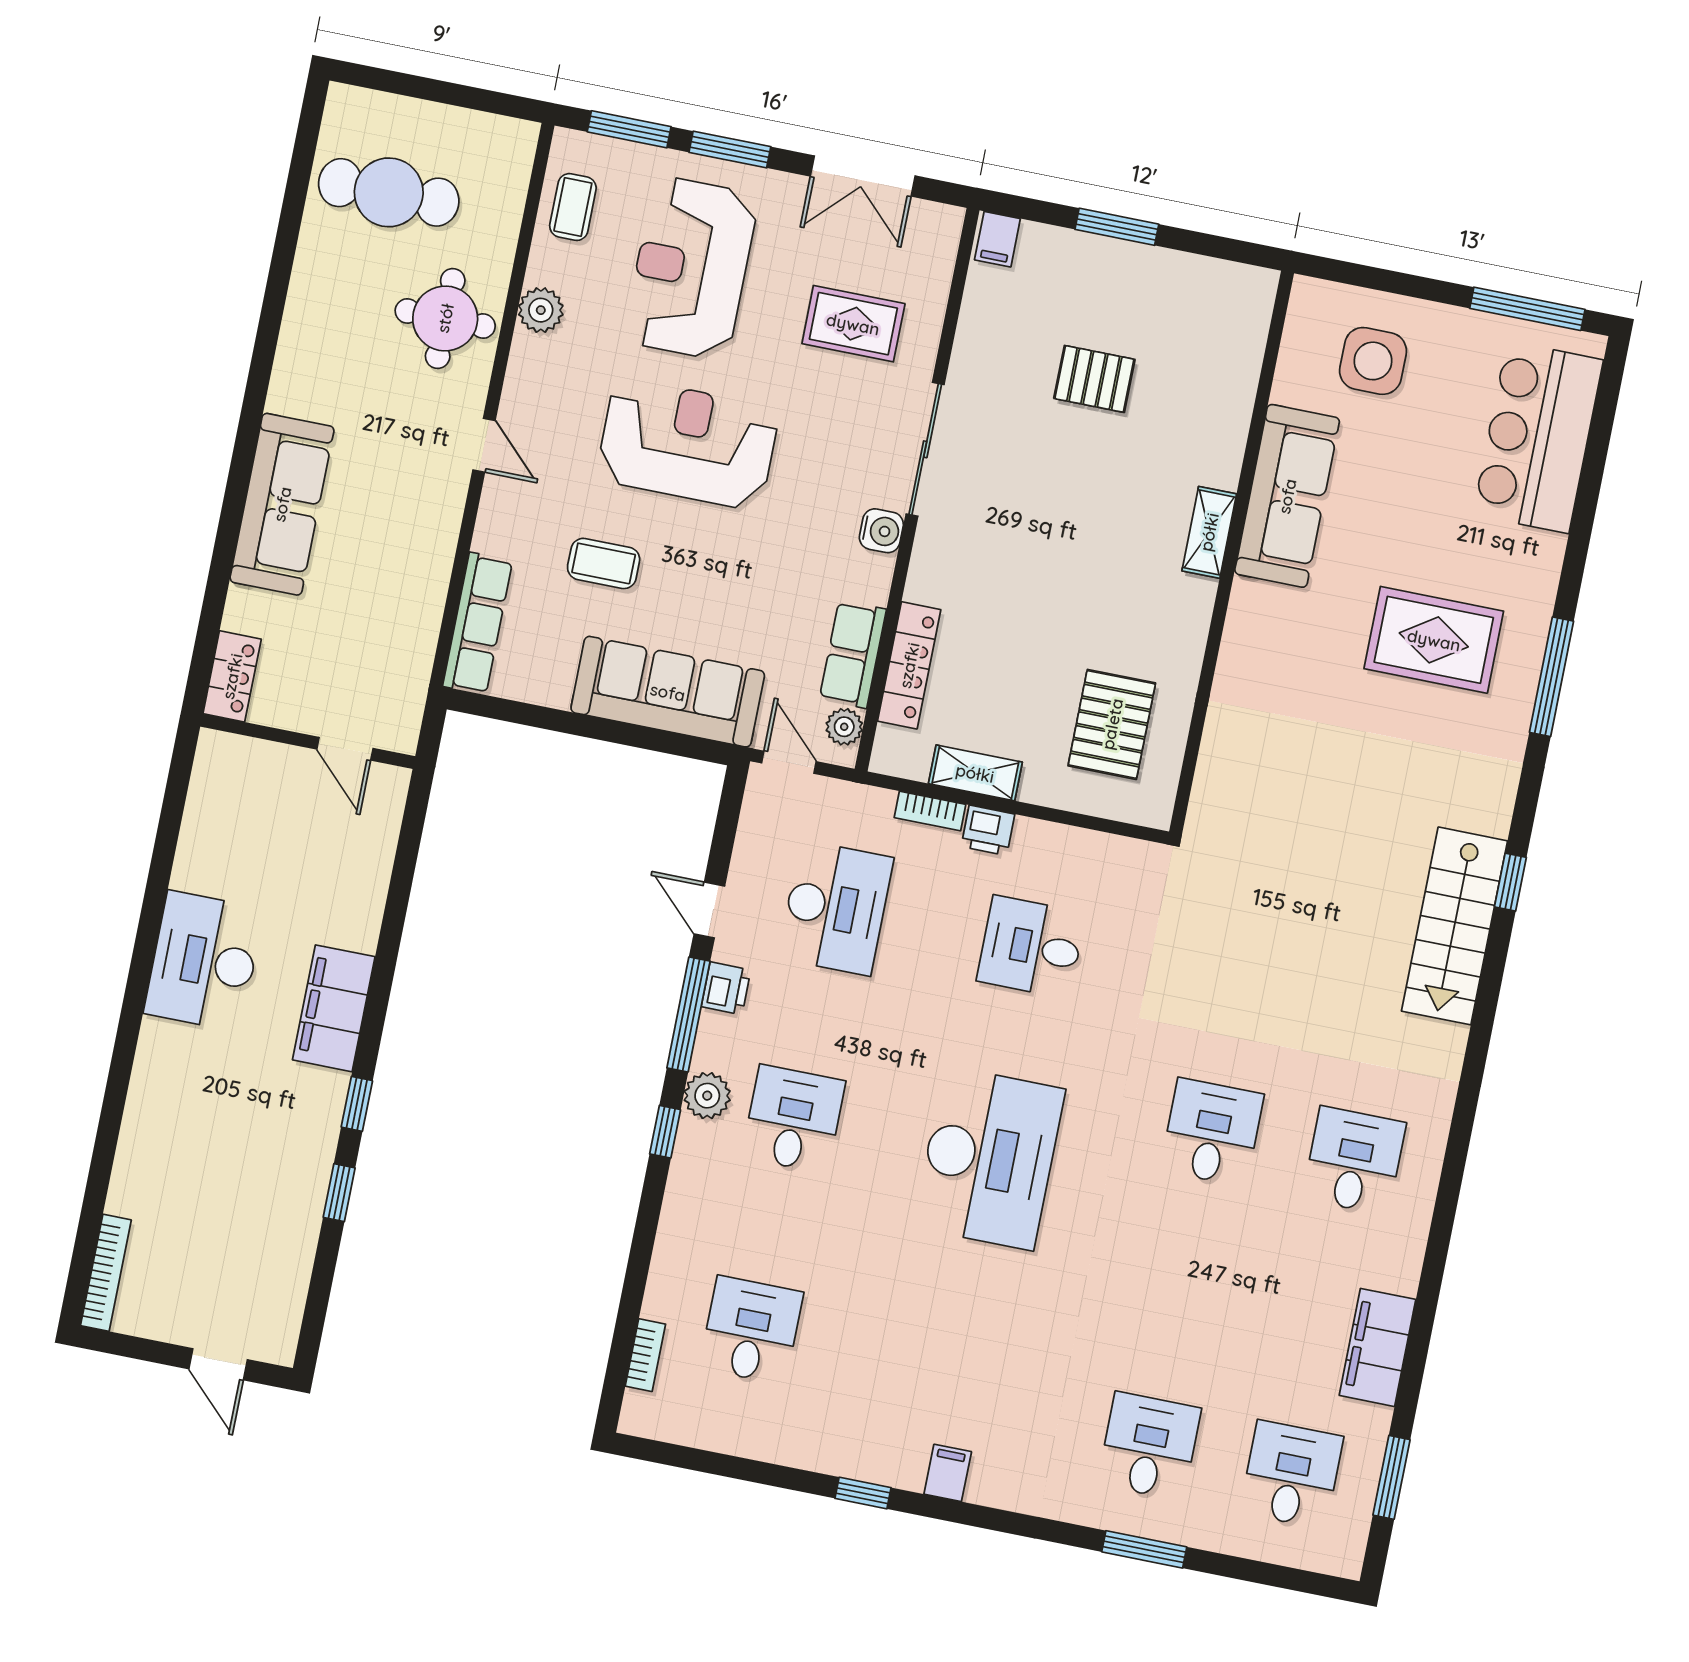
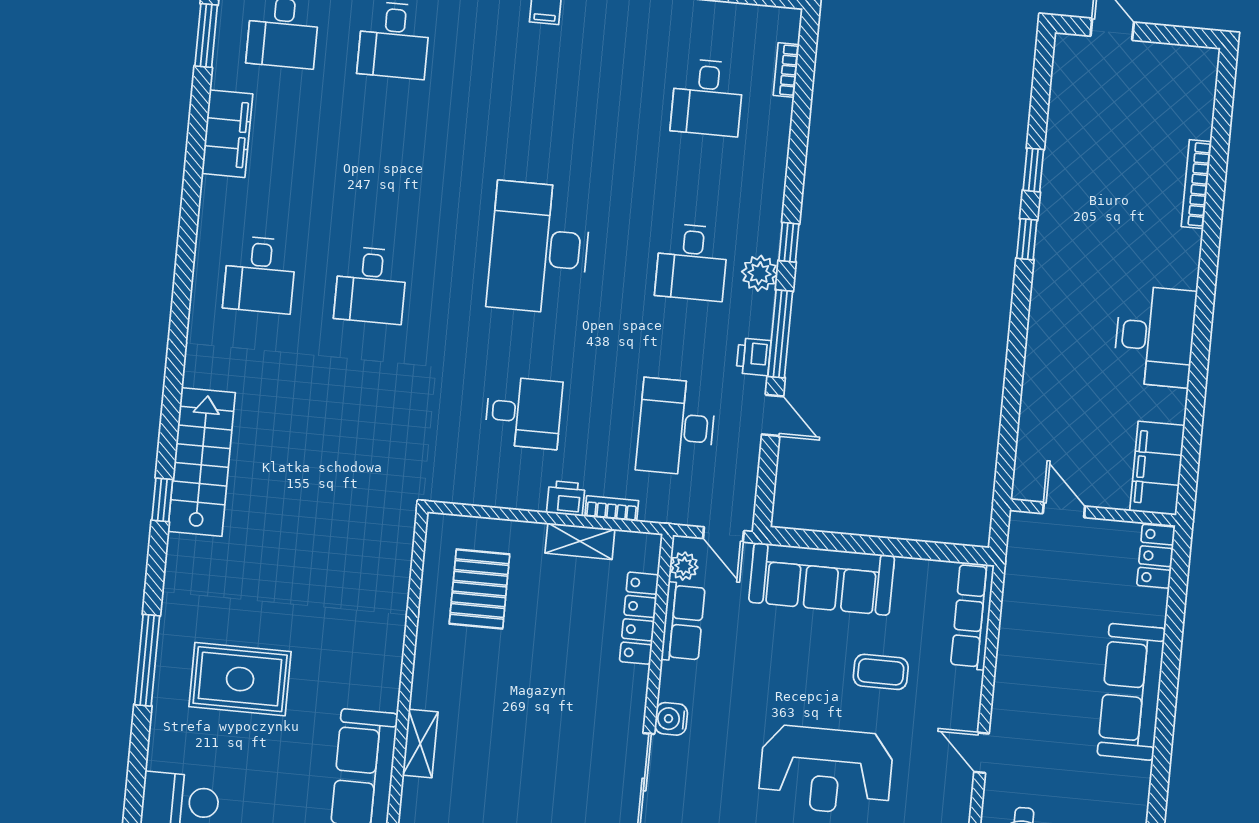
filing cabinet: (334, 1008) -> (1157, 468), moved, turned 180
bookcase: (106, 1273) -> (1196, 184), moved

